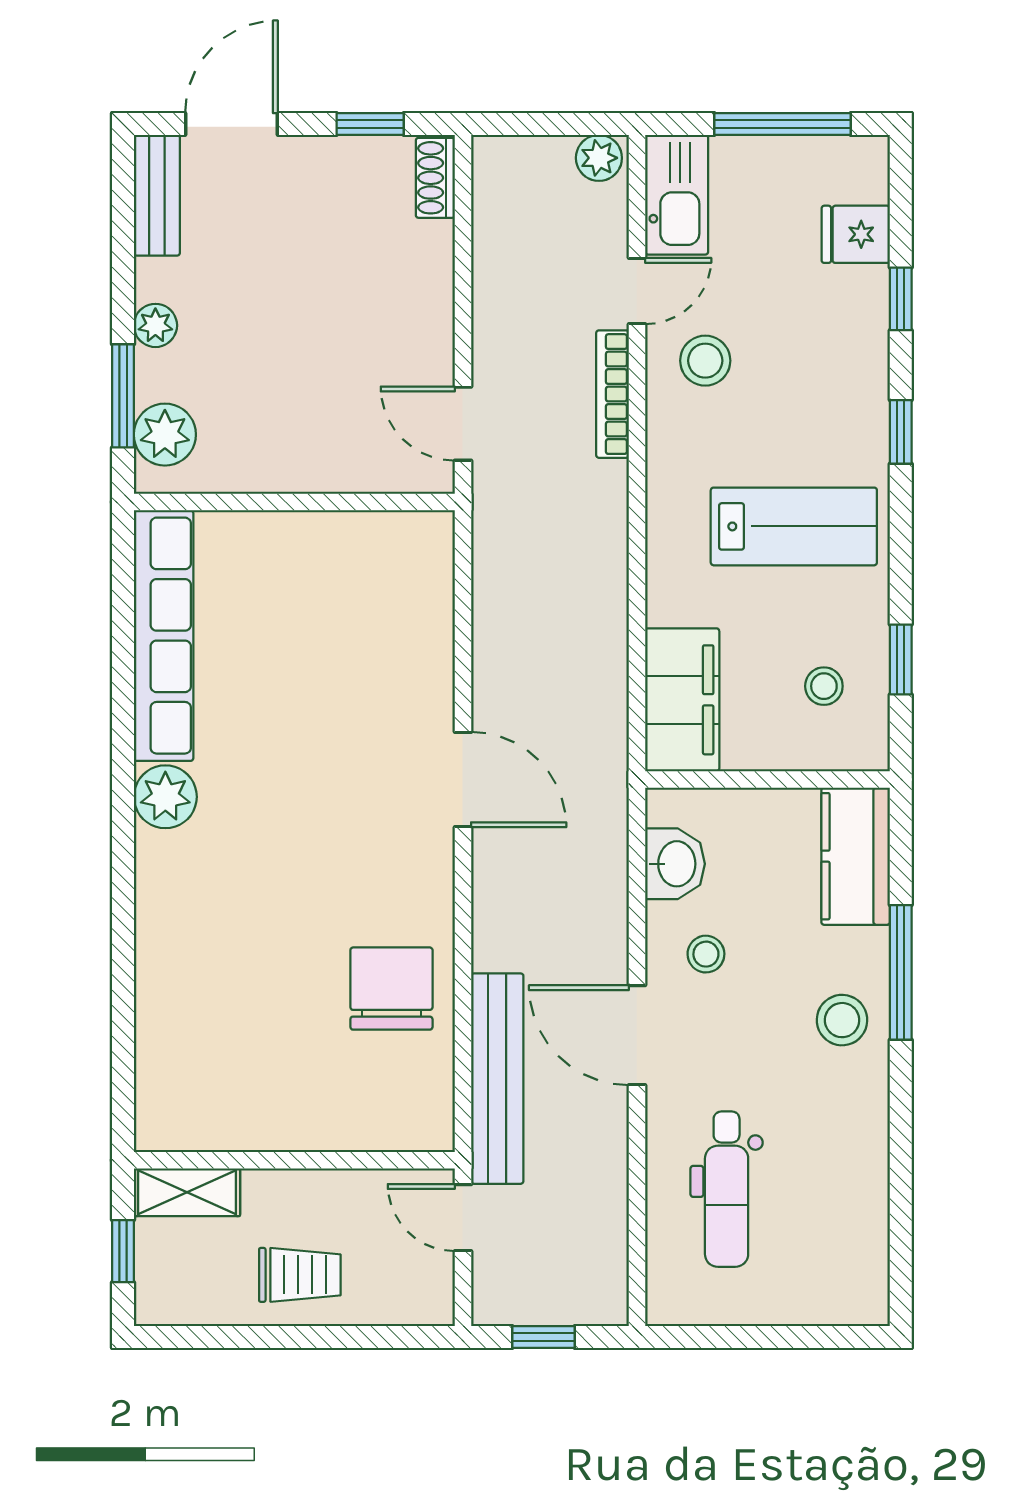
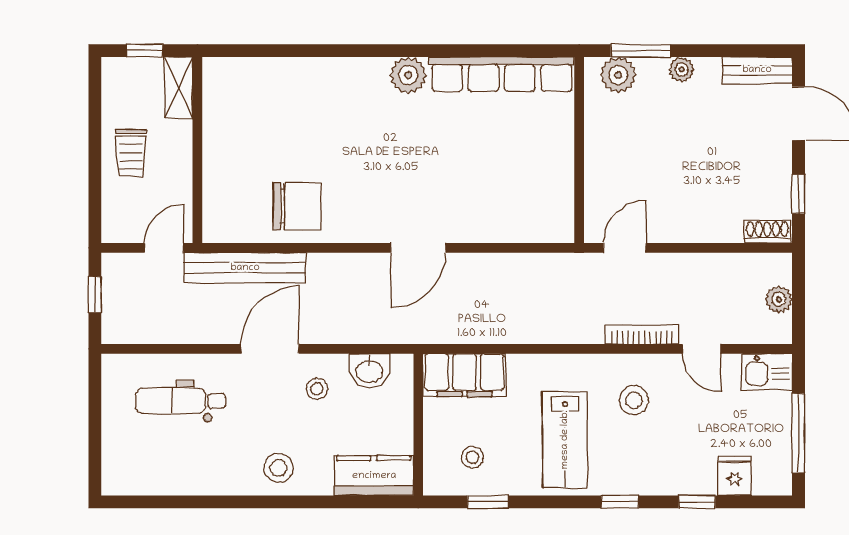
plant: (599, 158) -> (779, 299), moved
kitchen sink: (677, 195) -> (767, 372), width x0.73
stool: (705, 361) -> (634, 400), moved
window: (901, 972) -> (306, 502), removed

